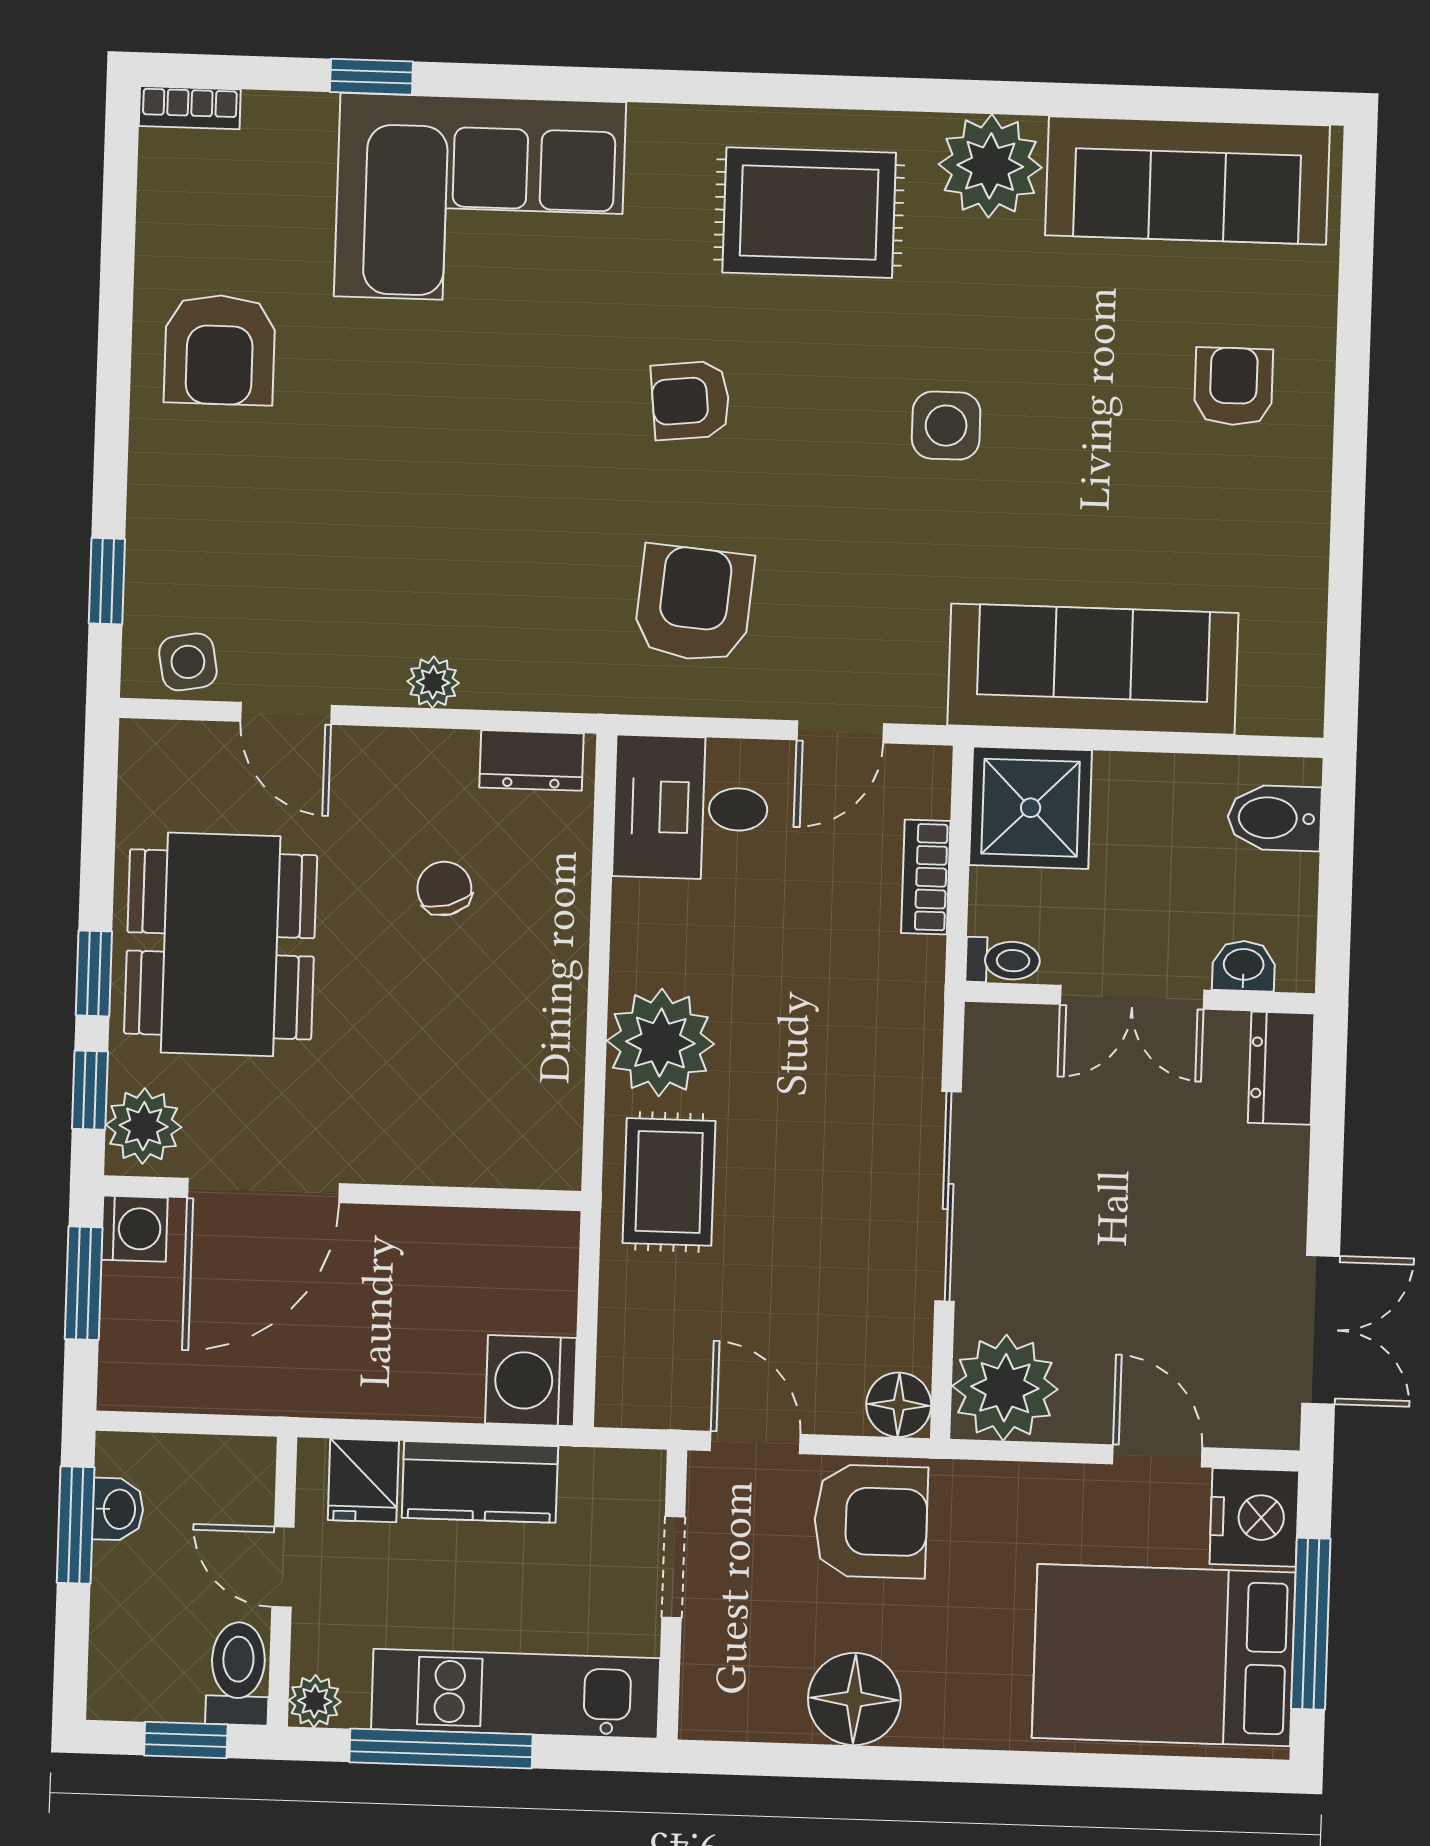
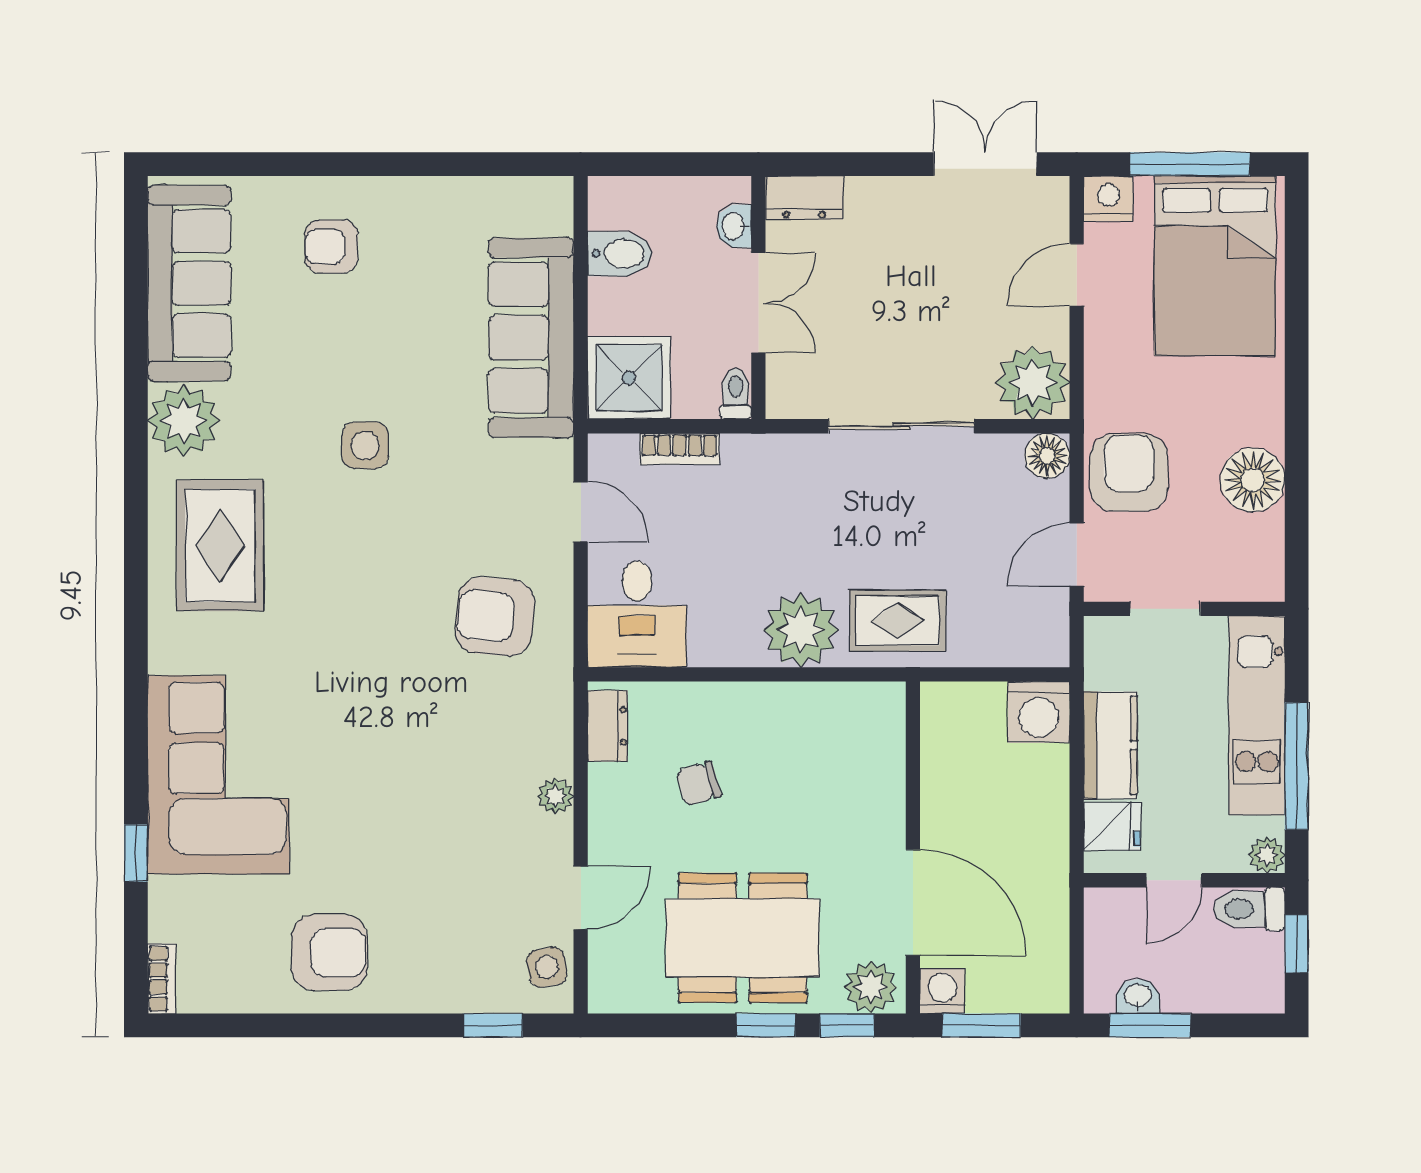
armchair: (691, 400) -> (354, 624), removed
bidet: (1274, 818) -> (620, 254), moved, turned -90
nightstand: (1254, 1517) -> (1108, 199), width x0.74, depth x0.75

